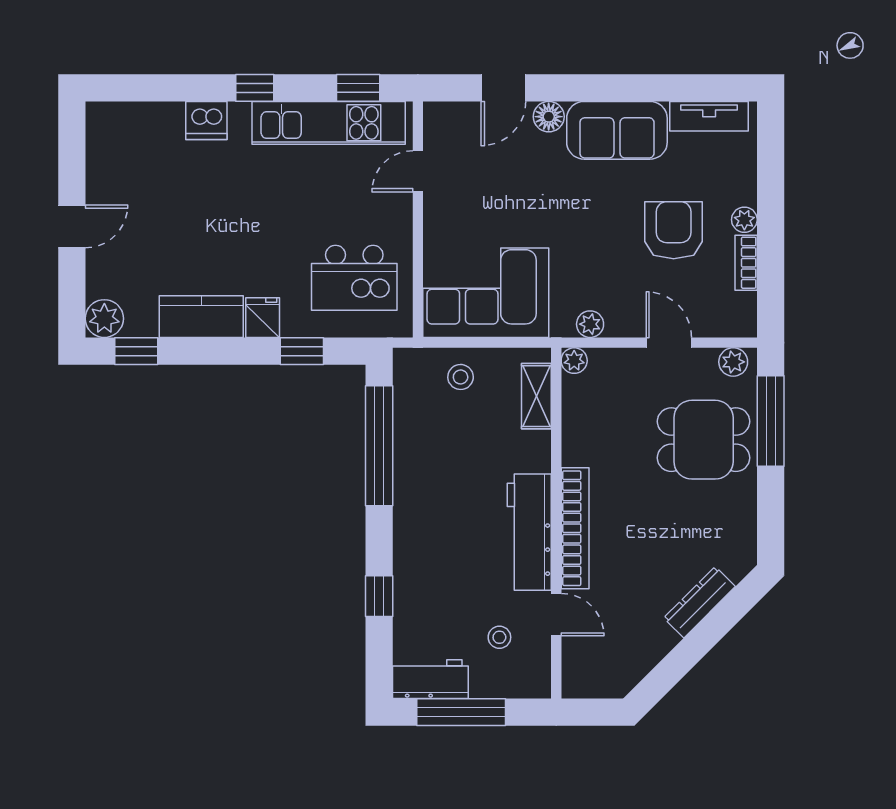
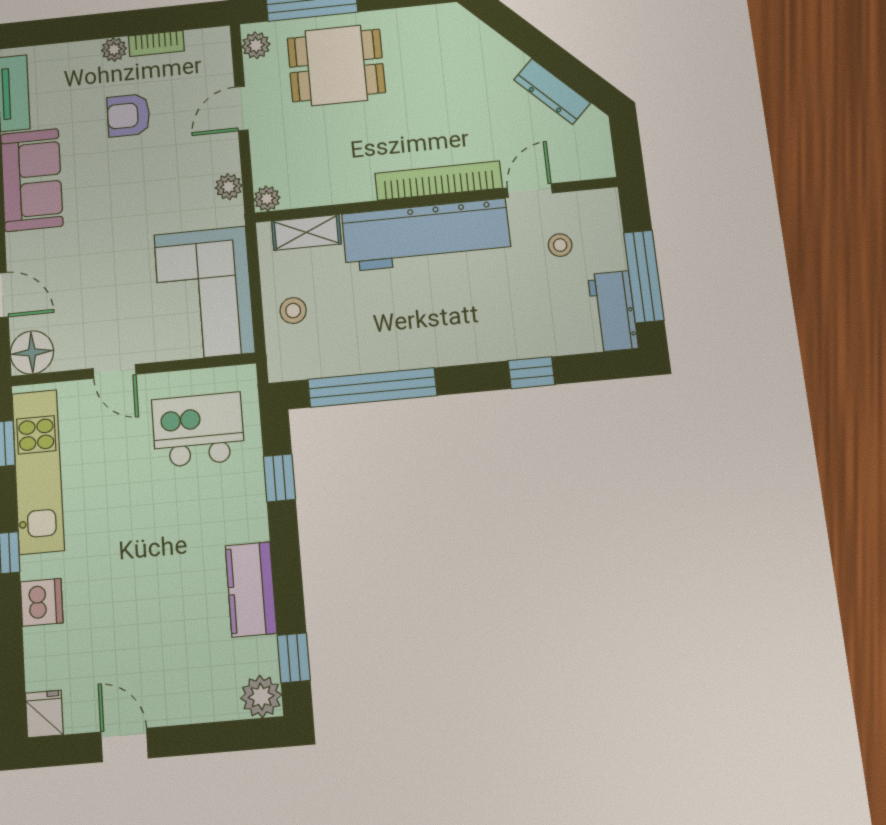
floor lamp: (549, 117) -> (32, 352), moved, width x1.38, depth x1.38
door: (418, 171) -> (115, 371), moved
door: (72, 226) -> (124, 745), moved
armchair: (674, 230) -> (129, 115), width x0.72, depth x0.72
kitchen island: (354, 278) -> (198, 430), turned -90
fridge: (263, 318) -> (44, 714), moved, turned 90
dining table: (704, 440) -> (336, 65), turned 90
workbench: (529, 532) -> (426, 235), width x1.36, depth x1.32
dresser: (699, 602) -> (552, 91), moved

